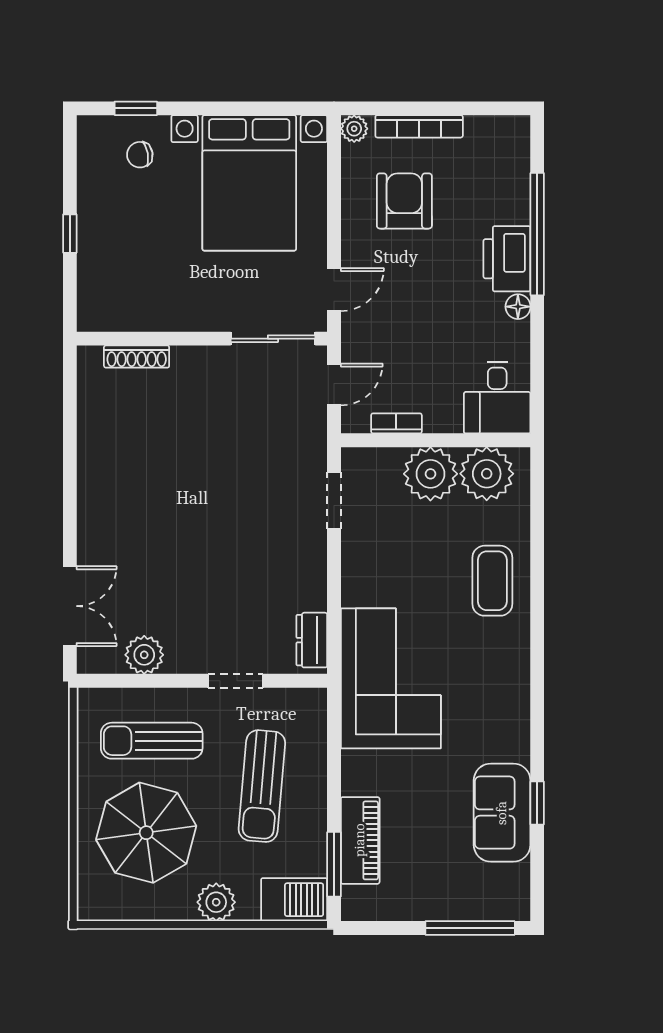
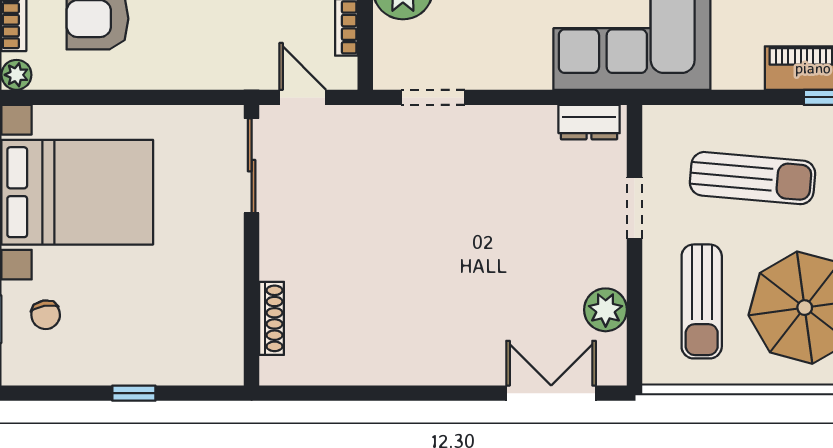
door: (334, 290) -> (197, 97), removed

